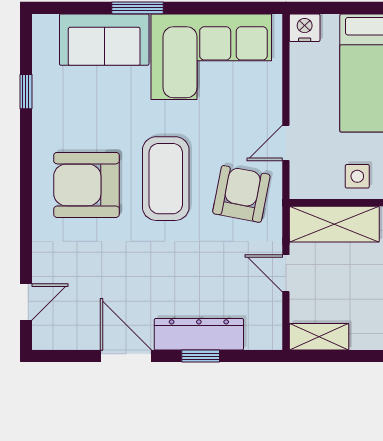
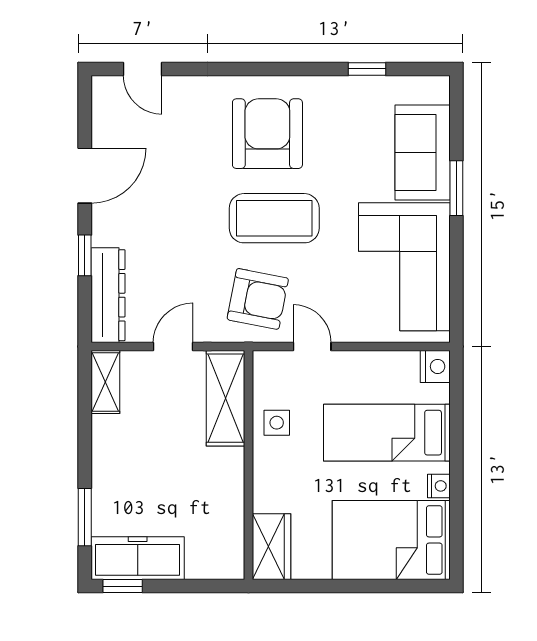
dresser: (199, 334) -> (108, 295), moved

